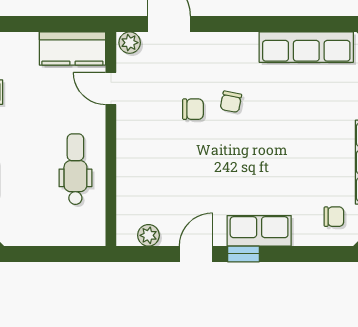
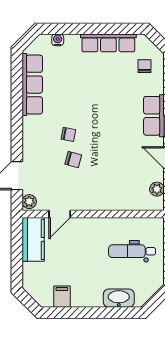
chair: (193, 109) -> (73, 160), turned 105
dental chair: (75, 169) -> (132, 251), moved

